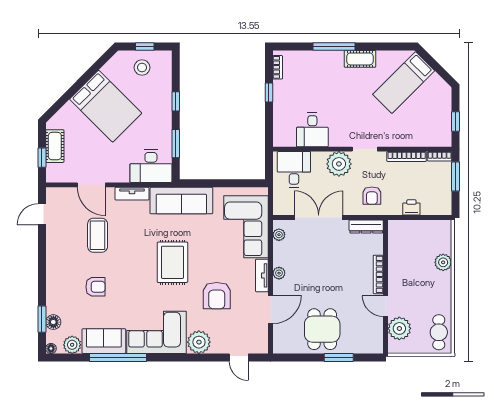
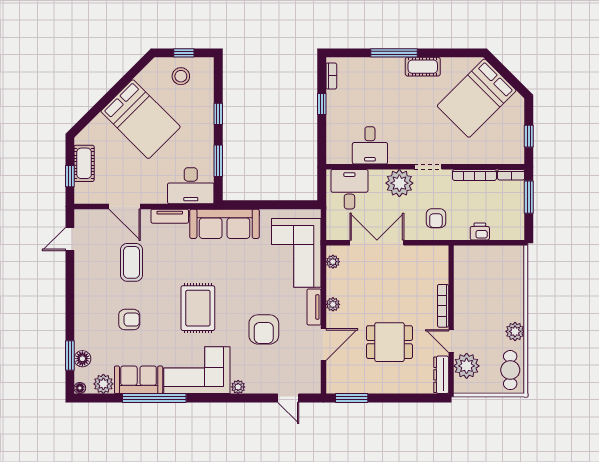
bed: (404, 83) -> (477, 98), width x1.50
dresser: (366, 227) -> (441, 375), moved, turned 90
rug: (172, 262) -> (198, 308), moved
plant: (443, 262) -> (515, 331), moved
dining table: (322, 329) -> (389, 342), moved, turned 90
plant: (199, 342) -> (238, 387), width x0.53, depth x0.53
window: (339, 357) -> (352, 398), moved

